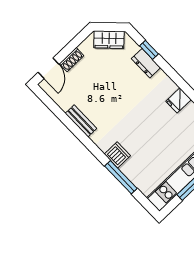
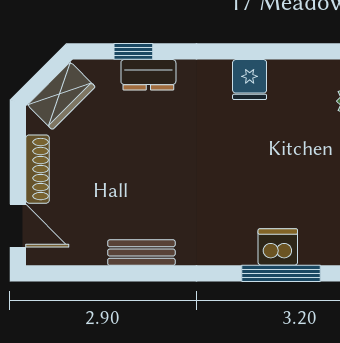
shoe rack: (72, 60) -> (38, 169), width x1.43
dishwasher: (117, 155) -> (278, 247), moved

